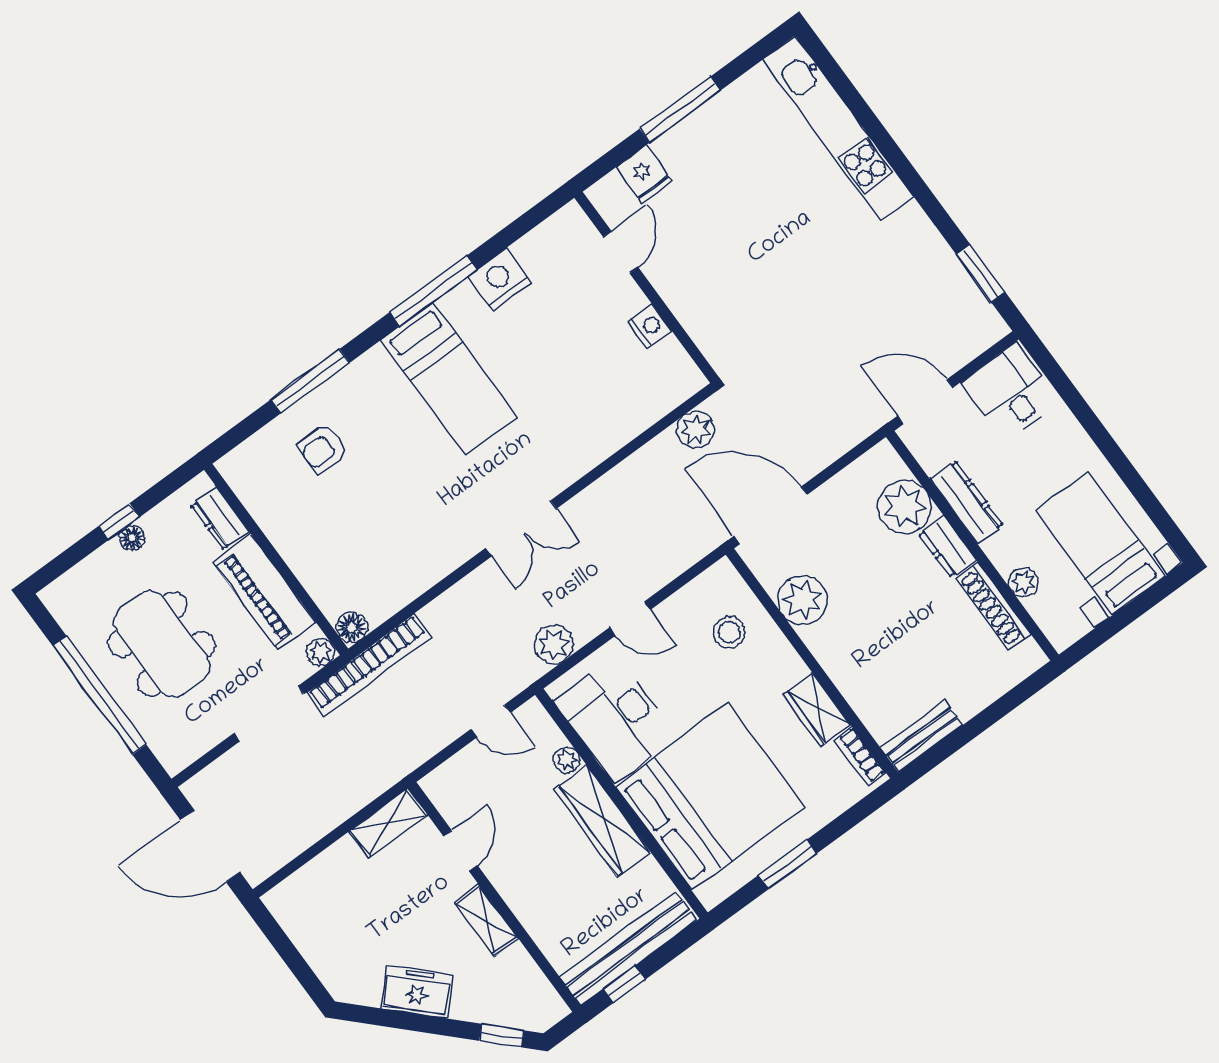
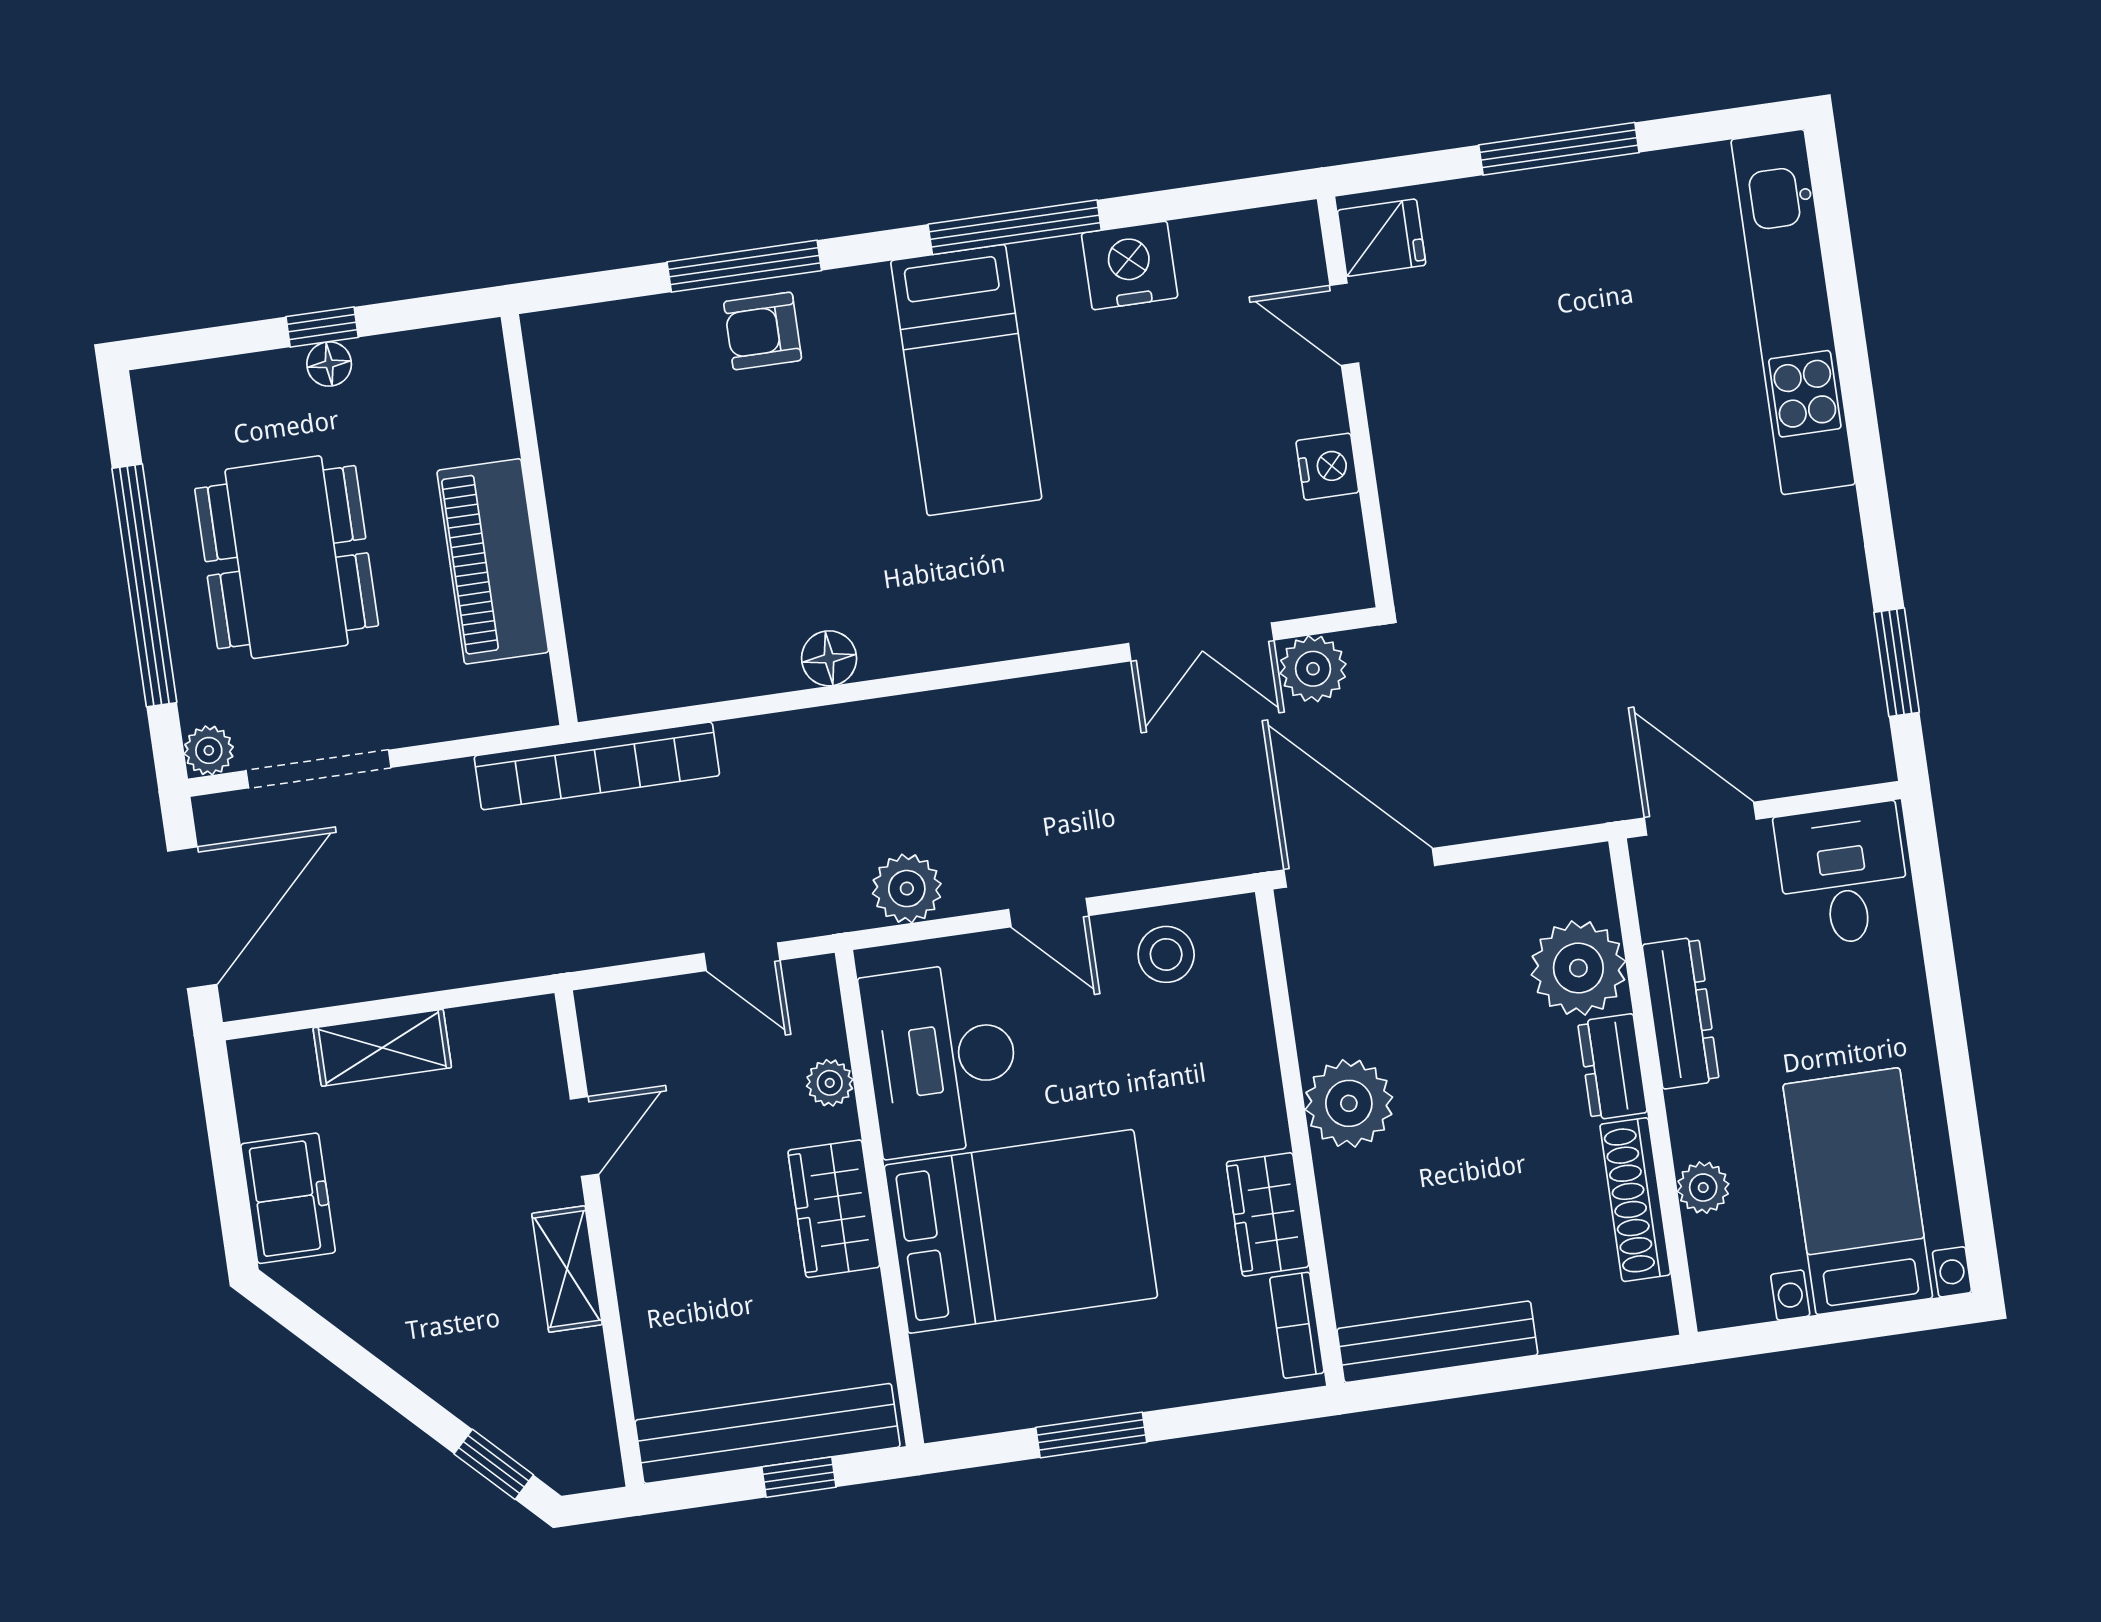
fridge: (644, 174) -> (1382, 238), moved, turned -90
door: (621, 252) -> (1344, 324), swing flipped
armchair: (323, 449) -> (763, 331), moved
dresser: (220, 518) -> (485, 407), removed
double door: (521, 528) -> (1201, 642), moved
plant: (803, 600) -> (1349, 1103), moved
floor lamp: (352, 627) -> (829, 658), moved
stool: (729, 632) -> (1166, 954), moved
plant: (321, 652) -> (209, 750), moved
doorway: (269, 714) -> (319, 769), moved
bench: (922, 736) -> (1437, 1342), width x1.36
bed: (710, 797) -> (1021, 1231), width x0.73
wardrobe: (602, 821) -> (834, 1209), width x0.67
shelving: (388, 823) -> (382, 1048), moved
door: (210, 846) -> (192, 918), swing flipped
window: (624, 984) -> (799, 1477), moved
freezer: (417, 992) -> (288, 1198), moved, turned 45

